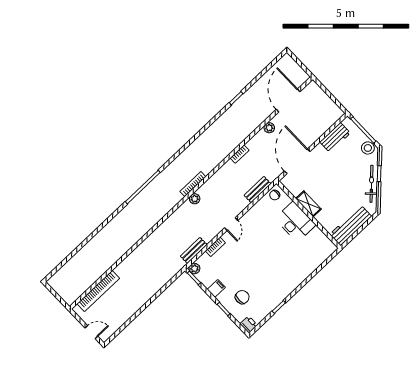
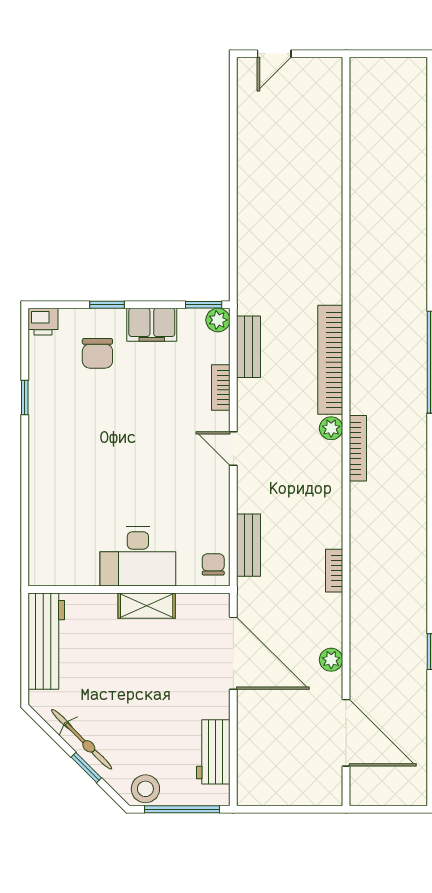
filing cabinet: (216, 288) -> (152, 325), width x2.00
bookcase: (98, 291) -> (330, 360), moved

